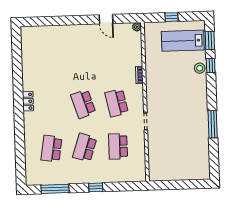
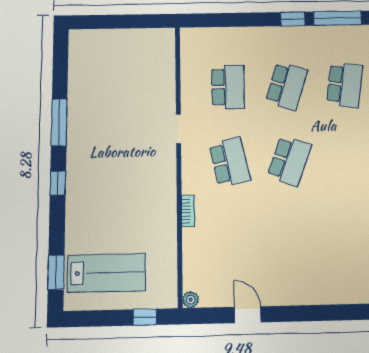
window: (172, 17) -> (145, 317), moved
window: (211, 66) -> (58, 183), moved
stool: (200, 68) -> (77, 222), removed
school desk: (83, 104) -> (289, 161), turned 39
window: (96, 187) -> (293, 19), moved

